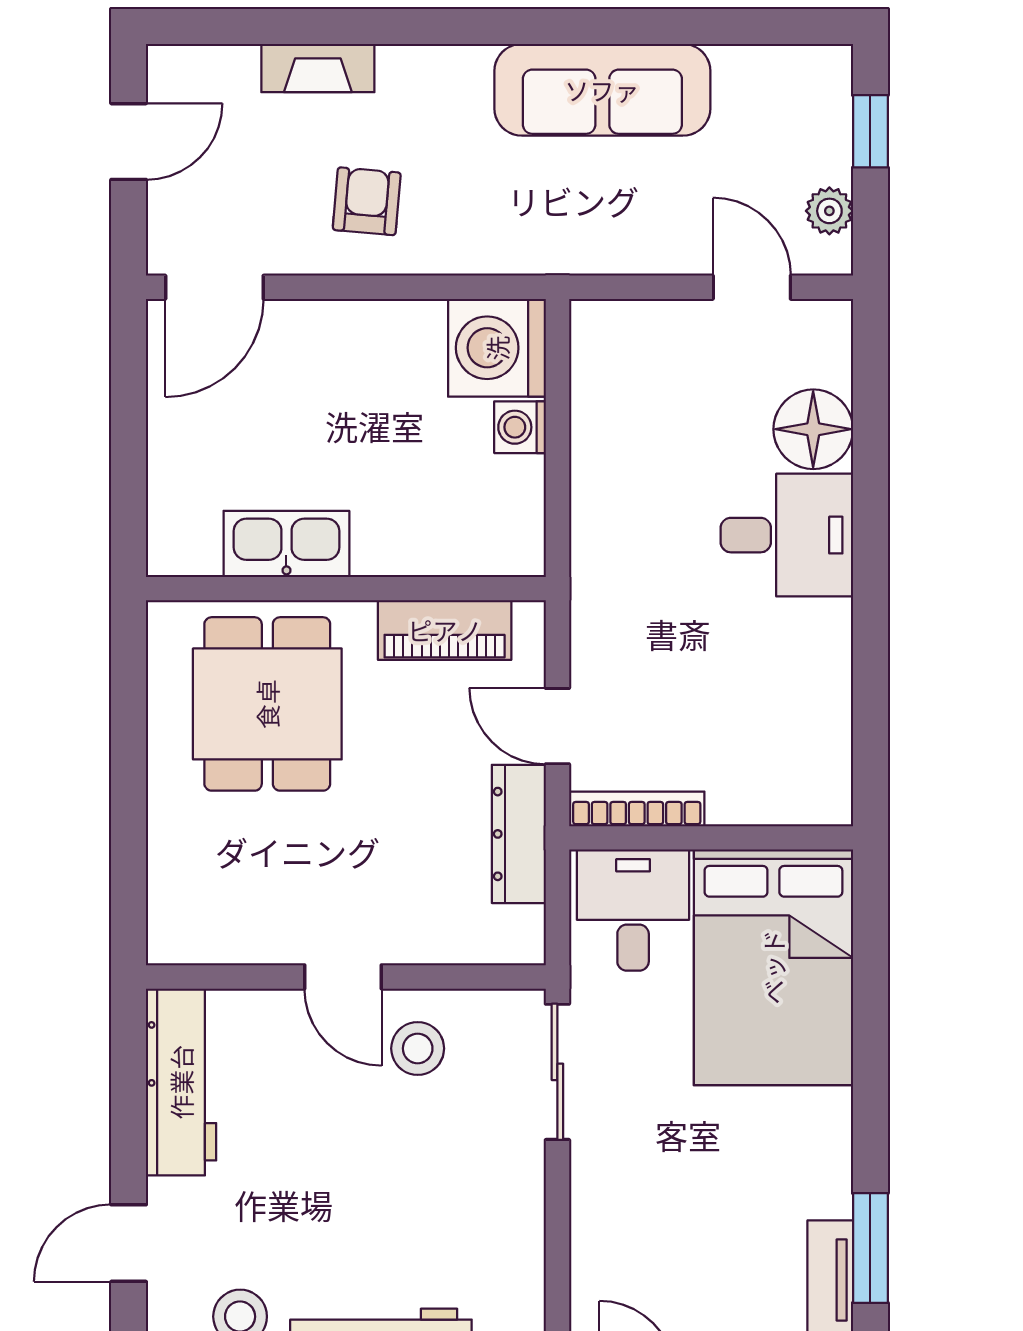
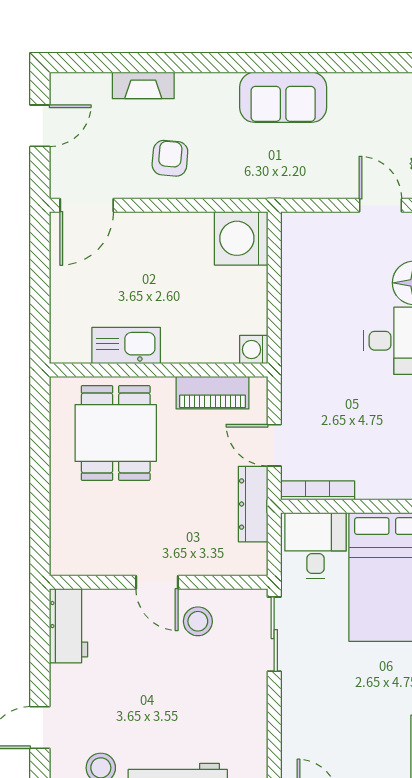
sofa: (602, 90) -> (283, 97), width x0.73
washing machine: (520, 427) -> (254, 350), moved
workbench: (181, 1082) -> (69, 626), width x0.73

